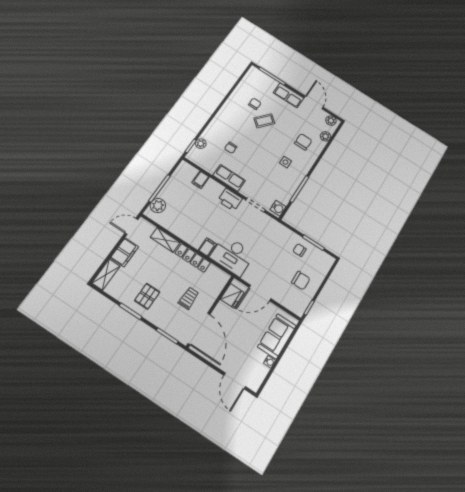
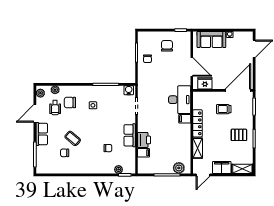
wheelchair: (307, 125) -> (55, 108), added
printer: (230, 200) -> (144, 140), moved
door: (131, 226) -> (203, 175), hinge flipped

